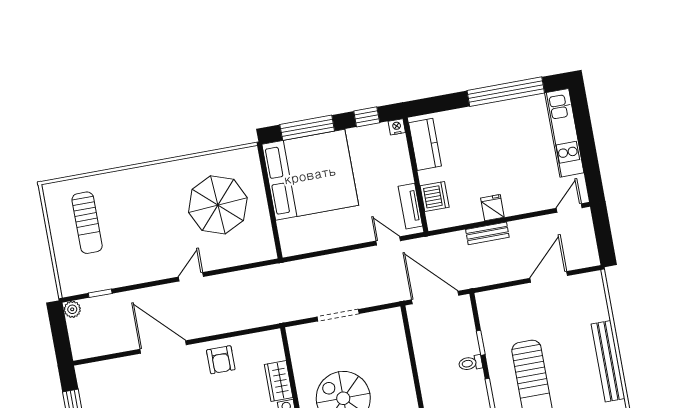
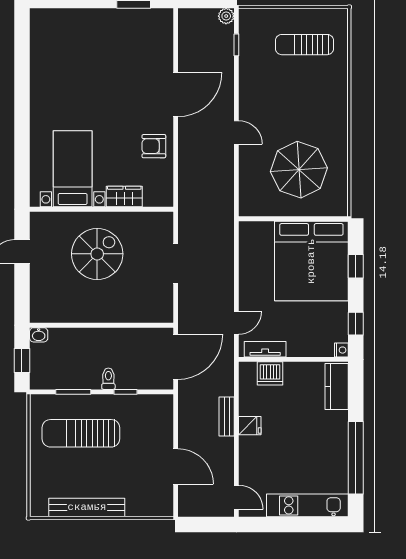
window: (307, 128) -> (356, 266), width x0.46
kitchen counter: (425, 144) -> (337, 387), moved, turned 90

